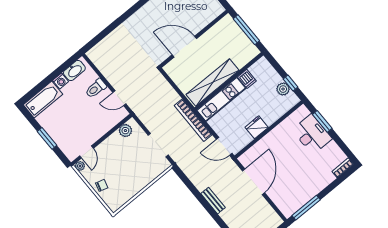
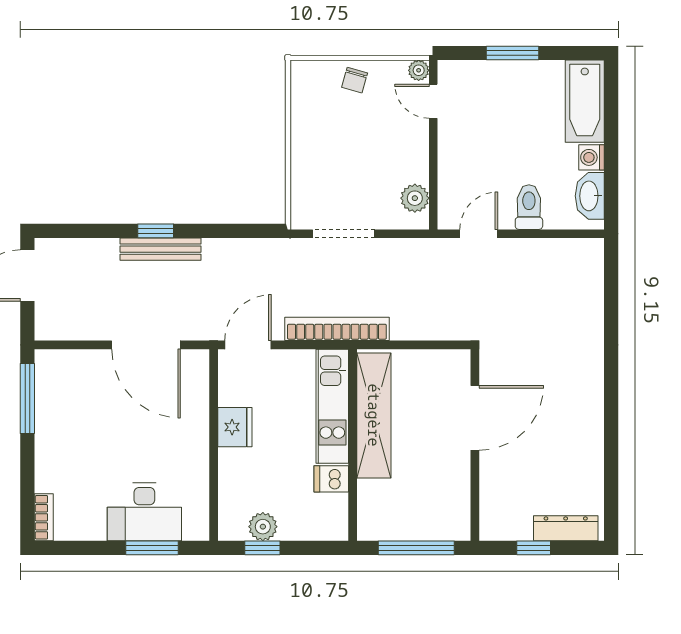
bench: (213, 201) -> (160, 249), width x1.36
window: (211, 211) -> (156, 231), added

